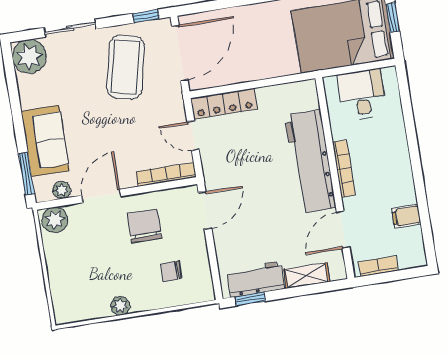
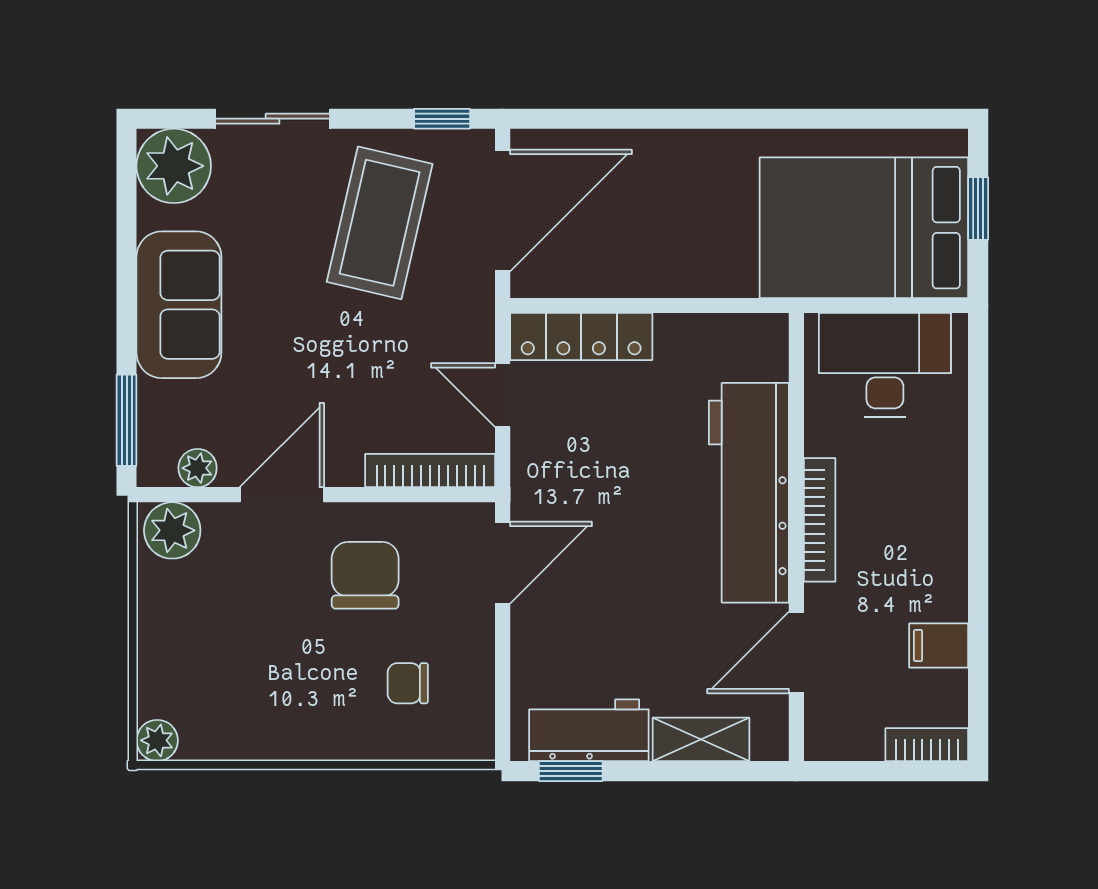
desk: (362, 95) -> (885, 365), width x1.37
sofa: (45, 141) -> (179, 305), moved
bookcase: (378, 266) -> (927, 745), moved
plant: (120, 306) -> (157, 740), moved

